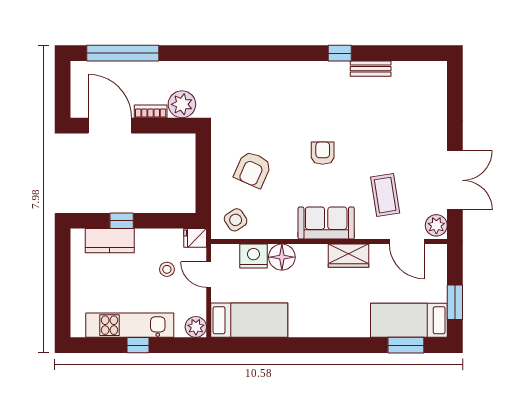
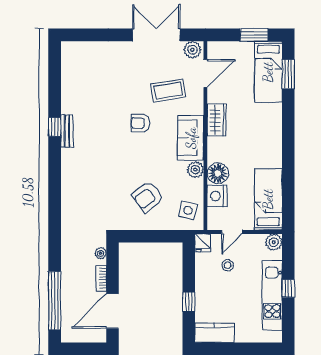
bench: (371, 69) -> (67, 131), moved
plant: (182, 104) -> (101, 253), width x0.53, depth x0.53
armchair: (323, 153) -> (140, 123), moved
armchair: (253, 169) -> (148, 197), turned 119
side table: (236, 220) -> (188, 210), turned 45
plant: (286, 229) -> (195, 170), added
kitchen counter: (110, 241) -> (214, 333), moved, turned -90

